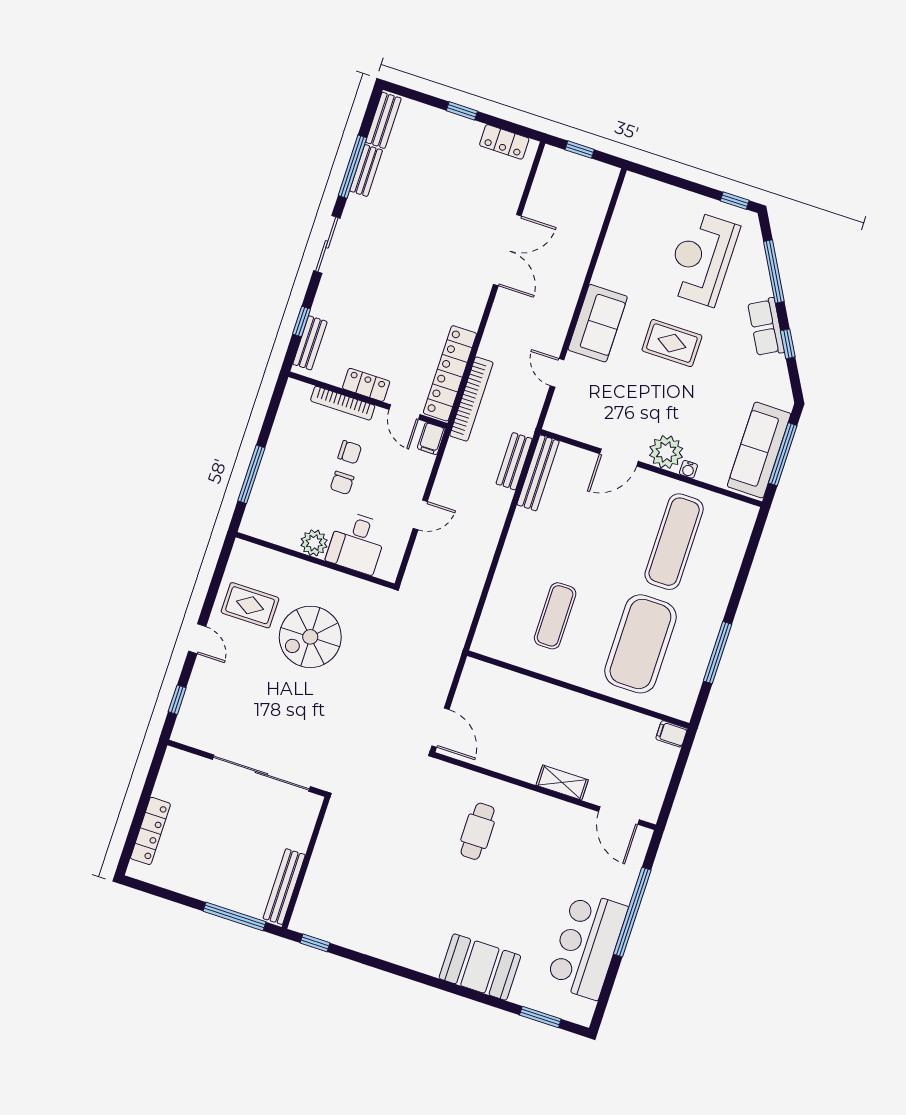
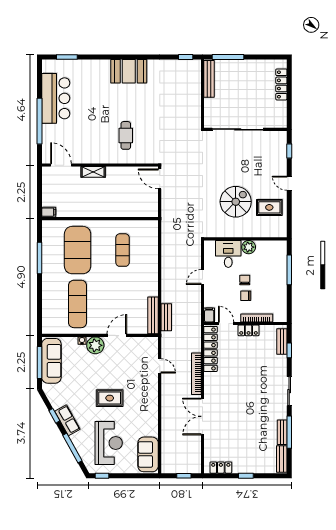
sofa: (598, 323) -> (148, 454), moved
bookcase: (471, 399) -> (196, 374), moved
booth: (480, 967) -> (129, 71), moved

